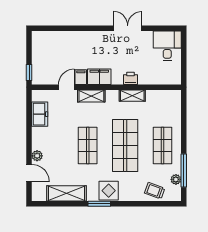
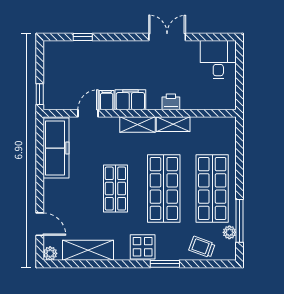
window: (62, 28) -> (83, 37), added
shelving: (91, 96) -> (138, 124), moved
freezer: (40, 114) -> (56, 148), width x1.91, depth x1.26
shop shelf: (162, 146) -> (212, 189), width x1.43, depth x1.36
plant: (37, 156) -> (50, 253), moved
window: (99, 204) -> (165, 264), moved

